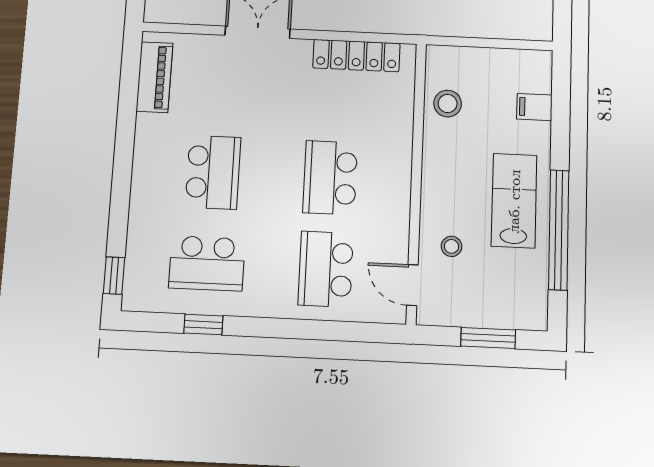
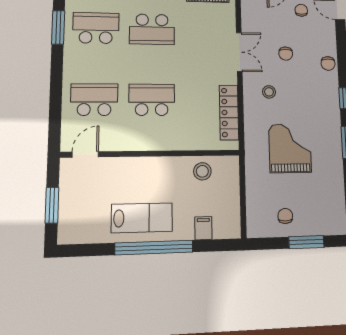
window: (559, 230) -> (154, 248), moved
stool: (452, 246) -> (111, 178), removed
school desk: (207, 263) -> (96, 28), turned 90
window: (203, 325) -> (58, 27), width x1.50

